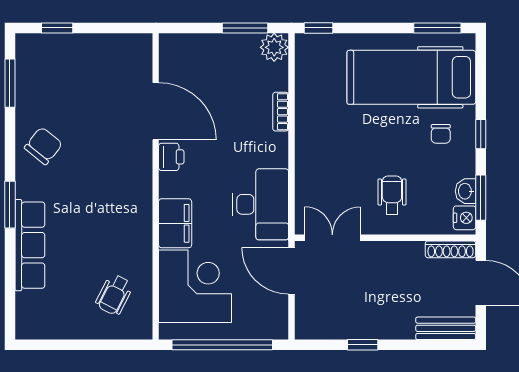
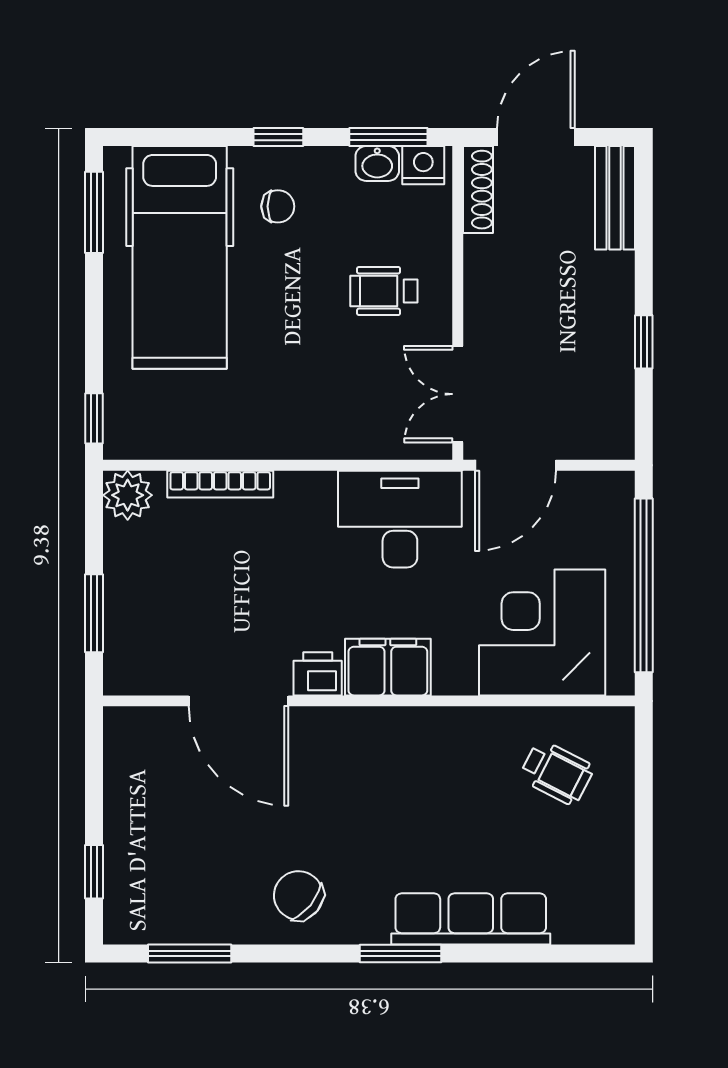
window: (245, 28) -> (94, 613), moved
door: (156, 111) -> (239, 701), swing flipped
bookcase: (281, 112) -> (220, 484), width x1.56
filing cabinet: (175, 223) -> (388, 667), moved

